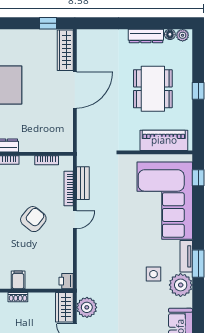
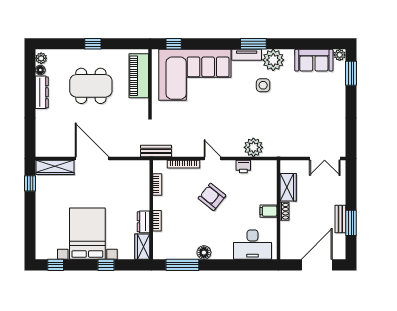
bench: (83, 183) -> (156, 151), moved
printer: (66, 281) -> (243, 167), moved
wardrobe: (64, 307) -> (288, 187), moved, turned -90
plant: (87, 307) -> (253, 147), moved

